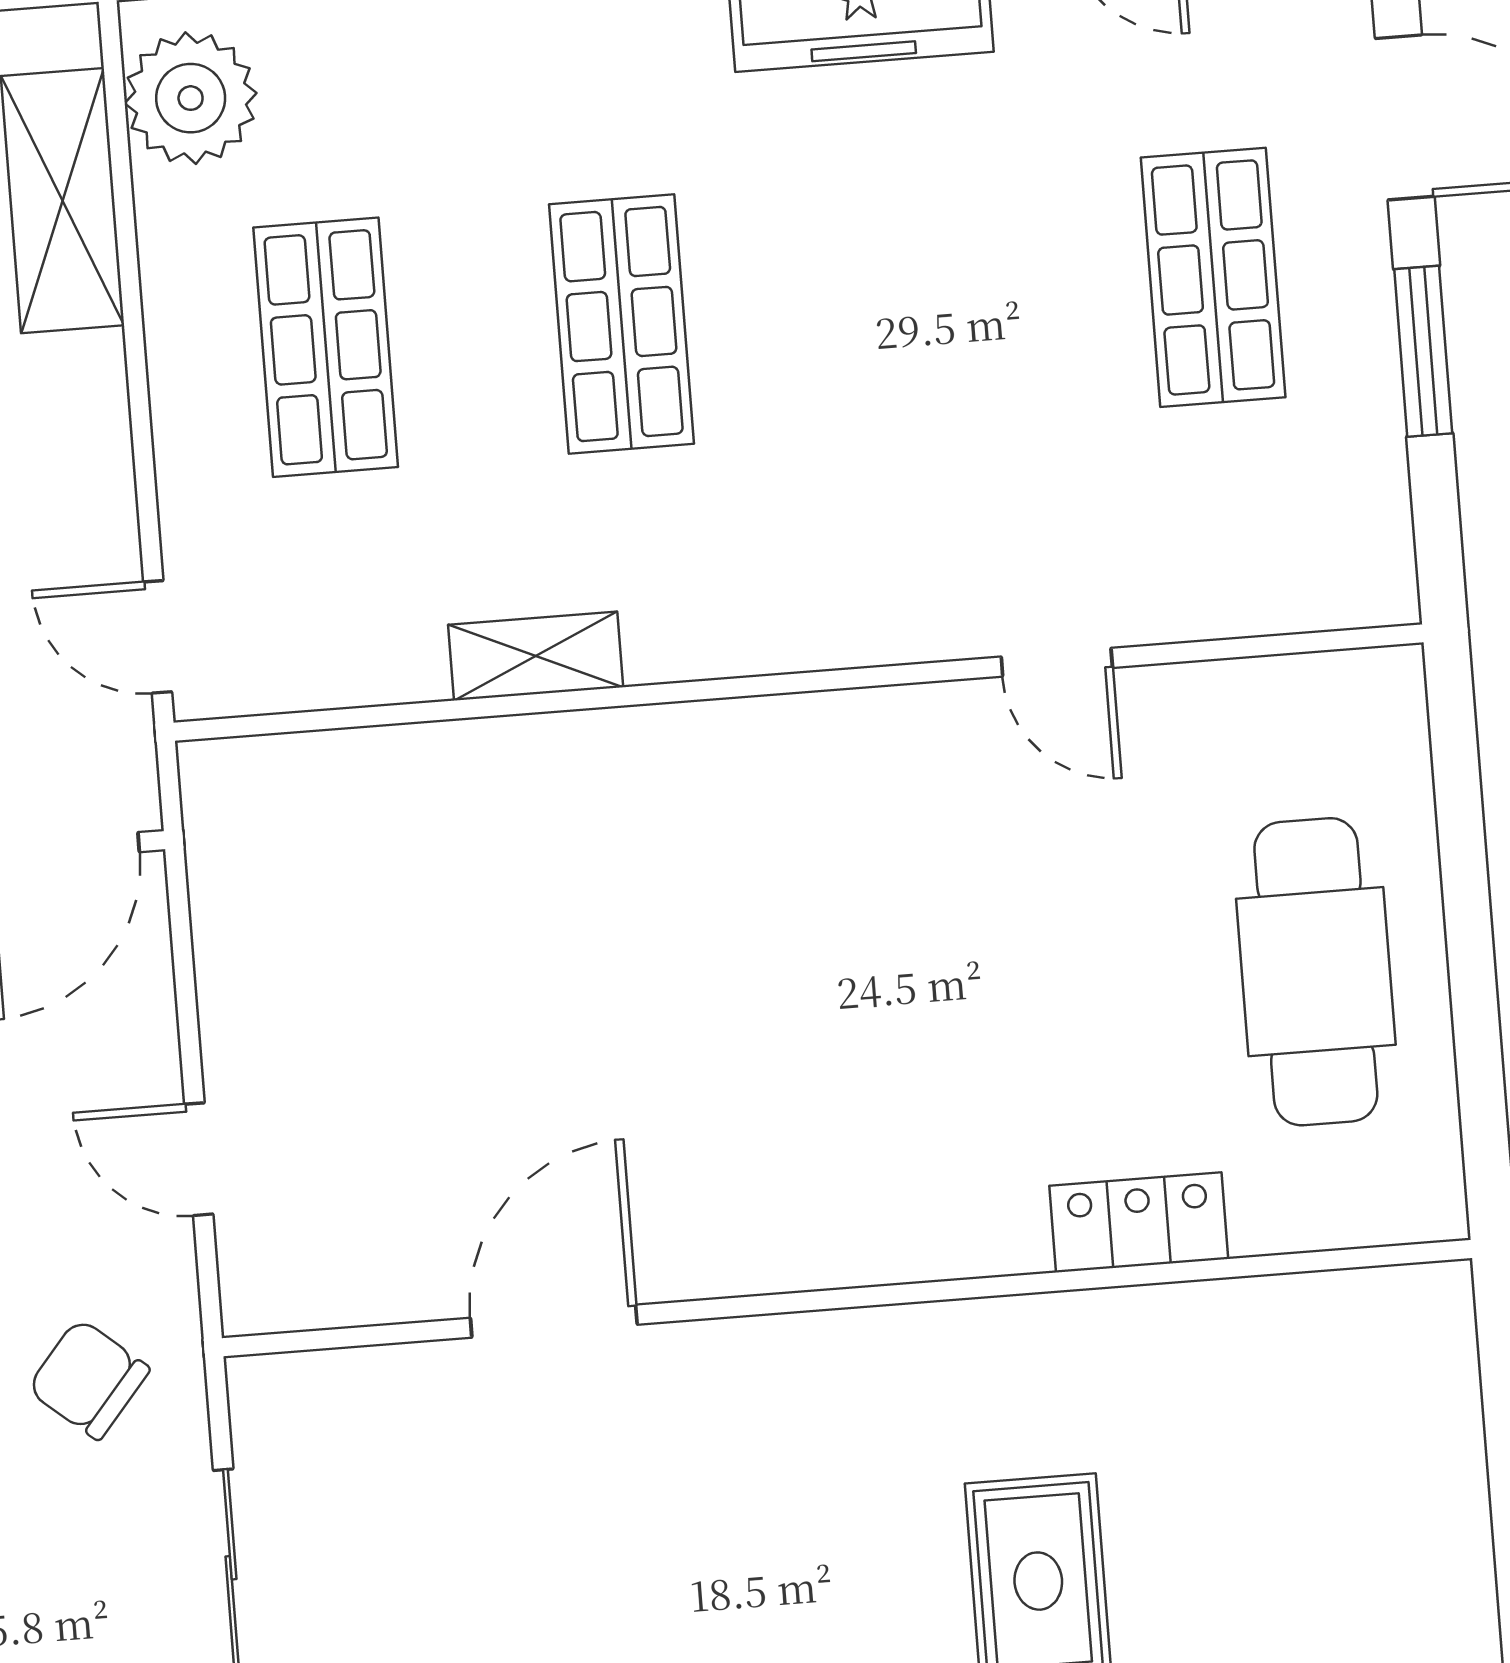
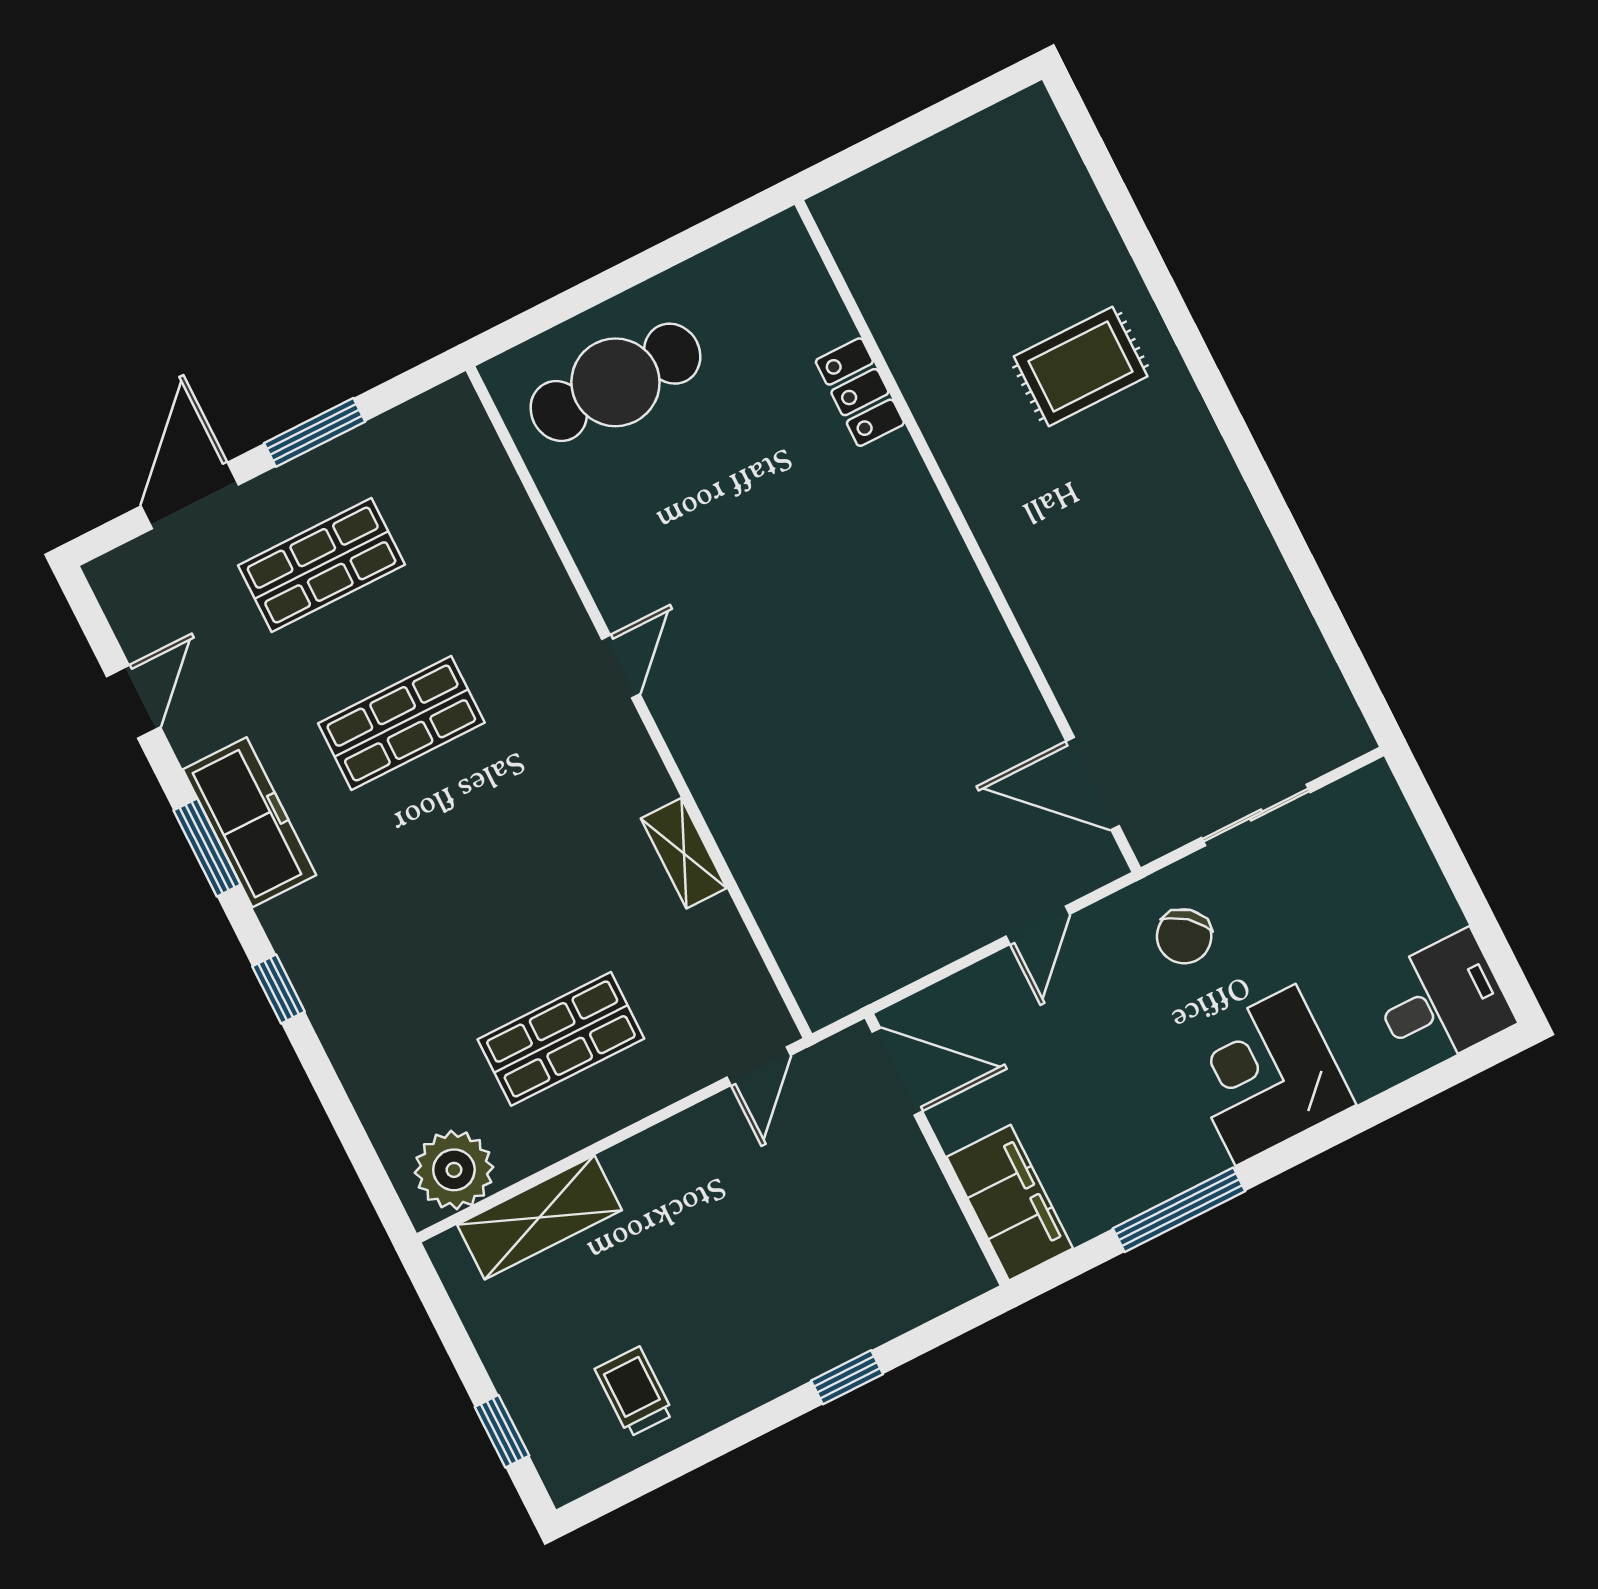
shop shelf: (622, 324) -> (401, 723), moved
door: (1057, 662) -> (621, 667), moved
cafe table: (1316, 972) -> (615, 382), moved
door: (554, 1321) -> (1093, 784), moved

